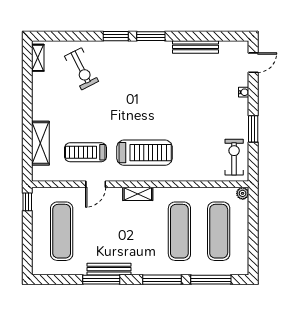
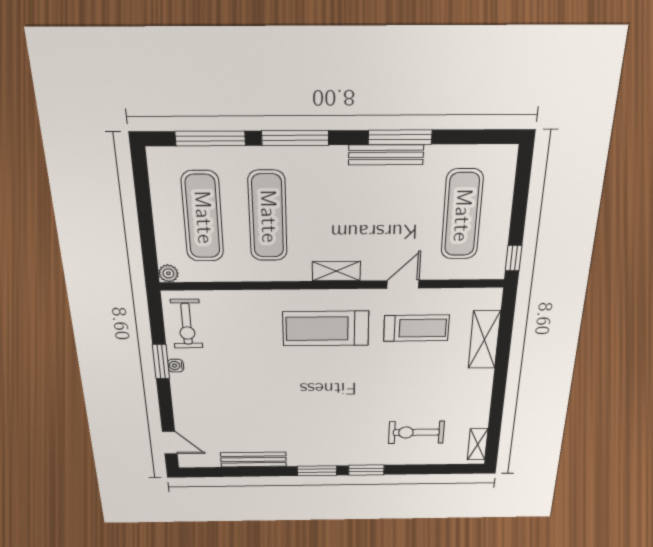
door: (253, 63) -> (170, 443), swing flipped
exercise bike: (82, 69) -> (416, 432), turned -63
water cooler: (244, 92) -> (176, 366), moved

